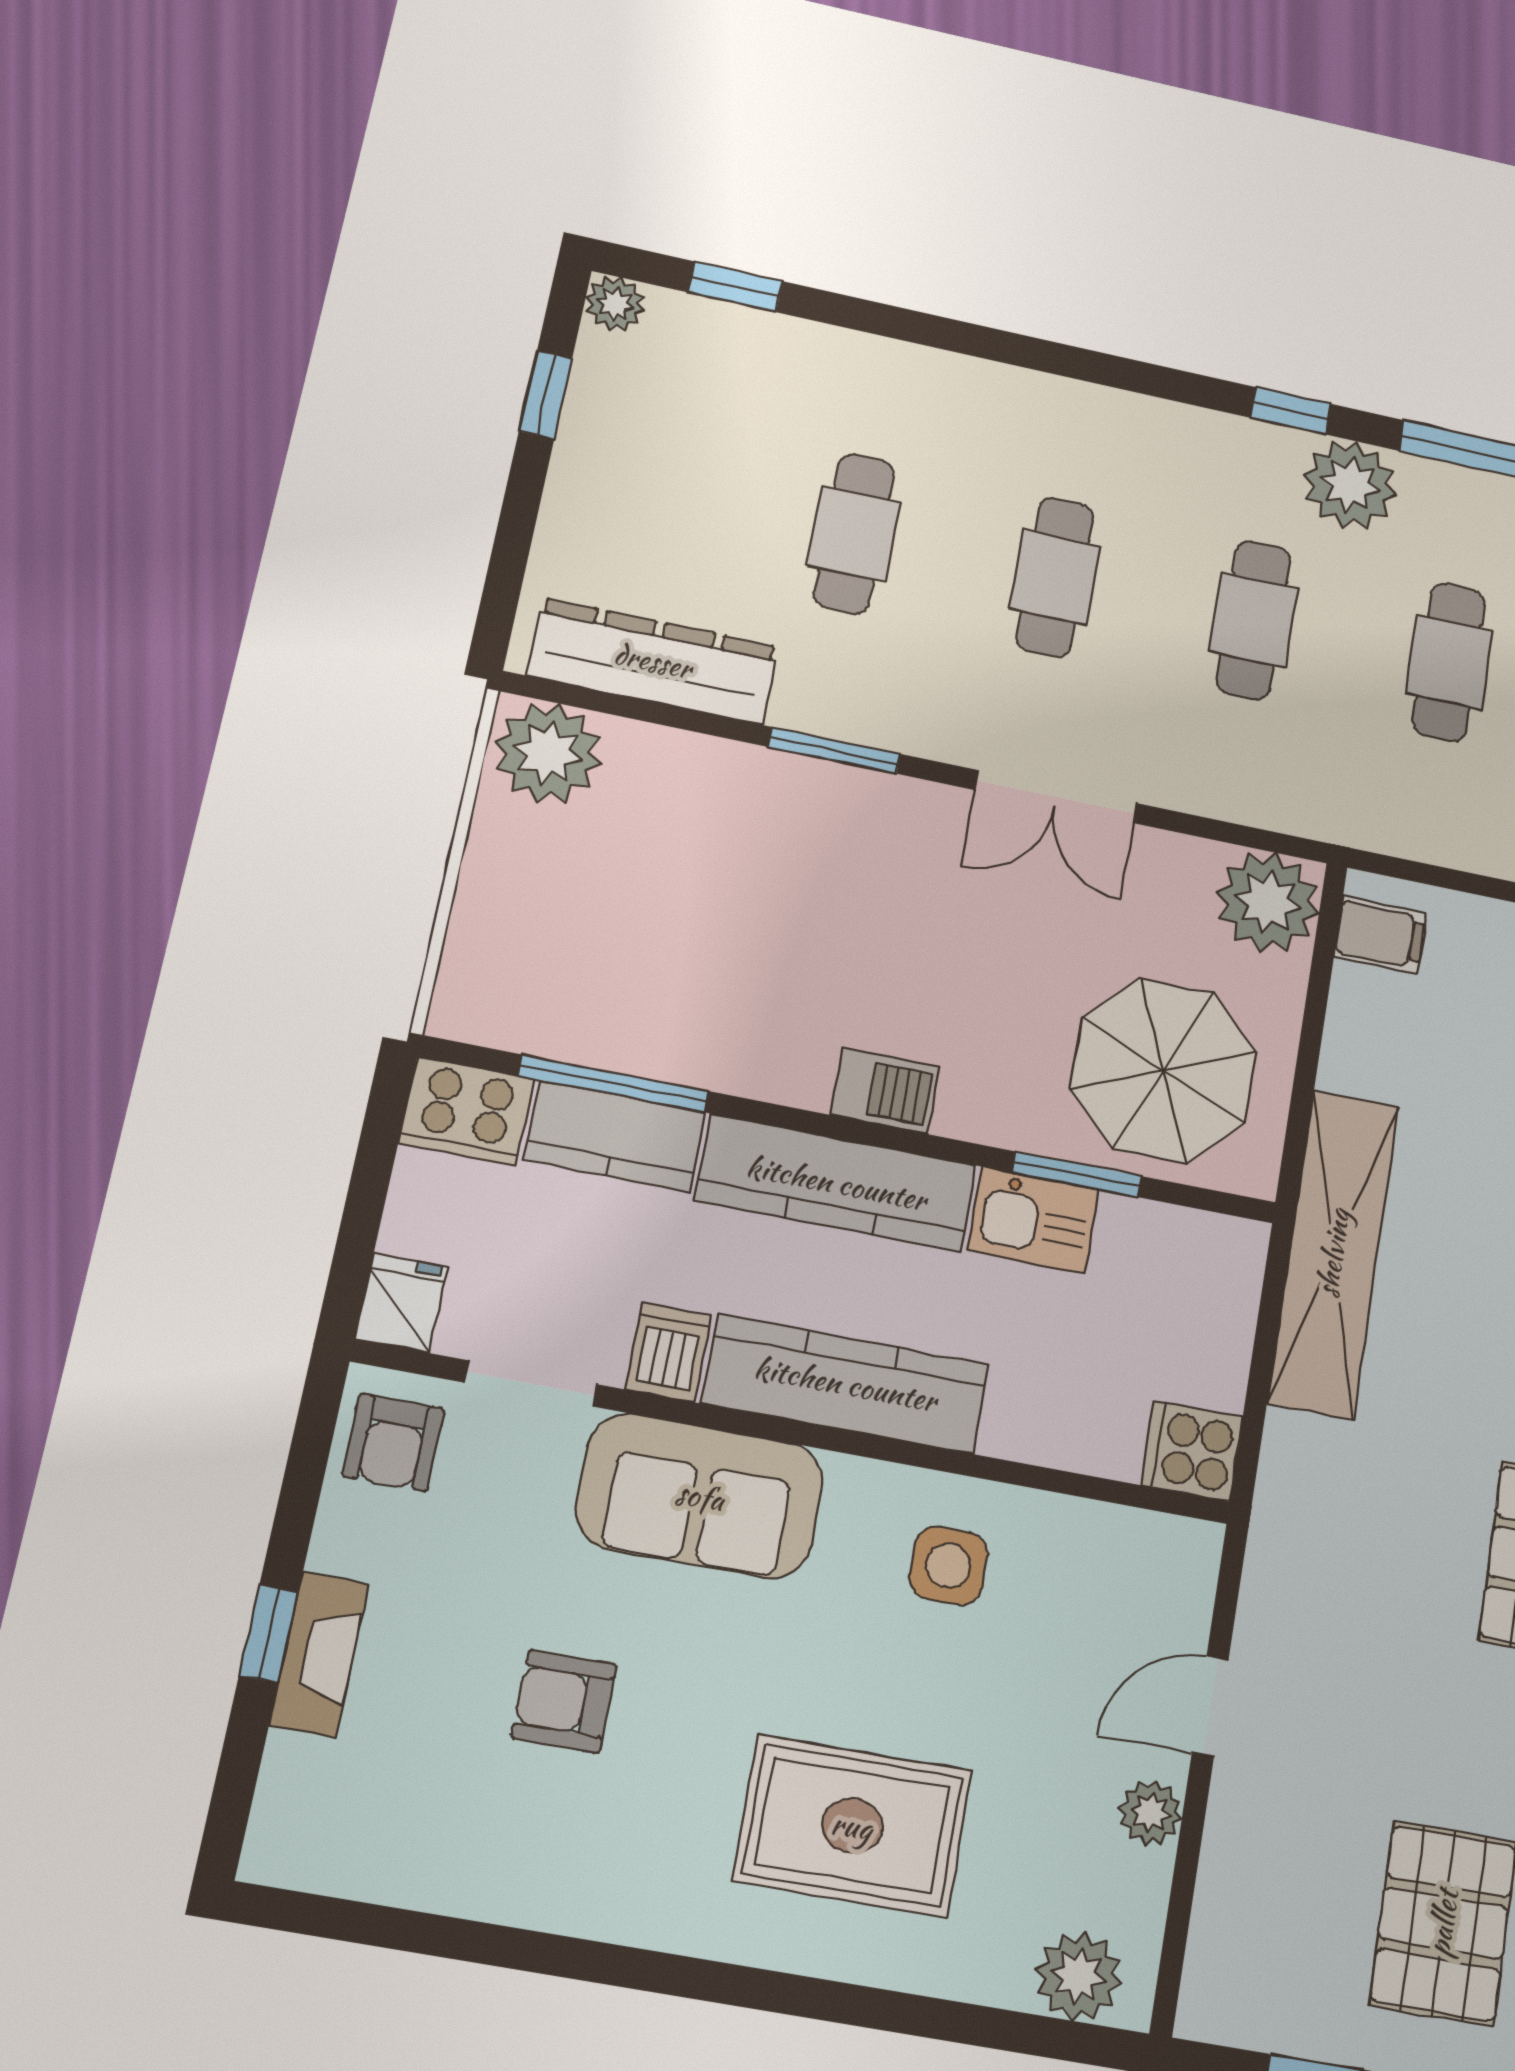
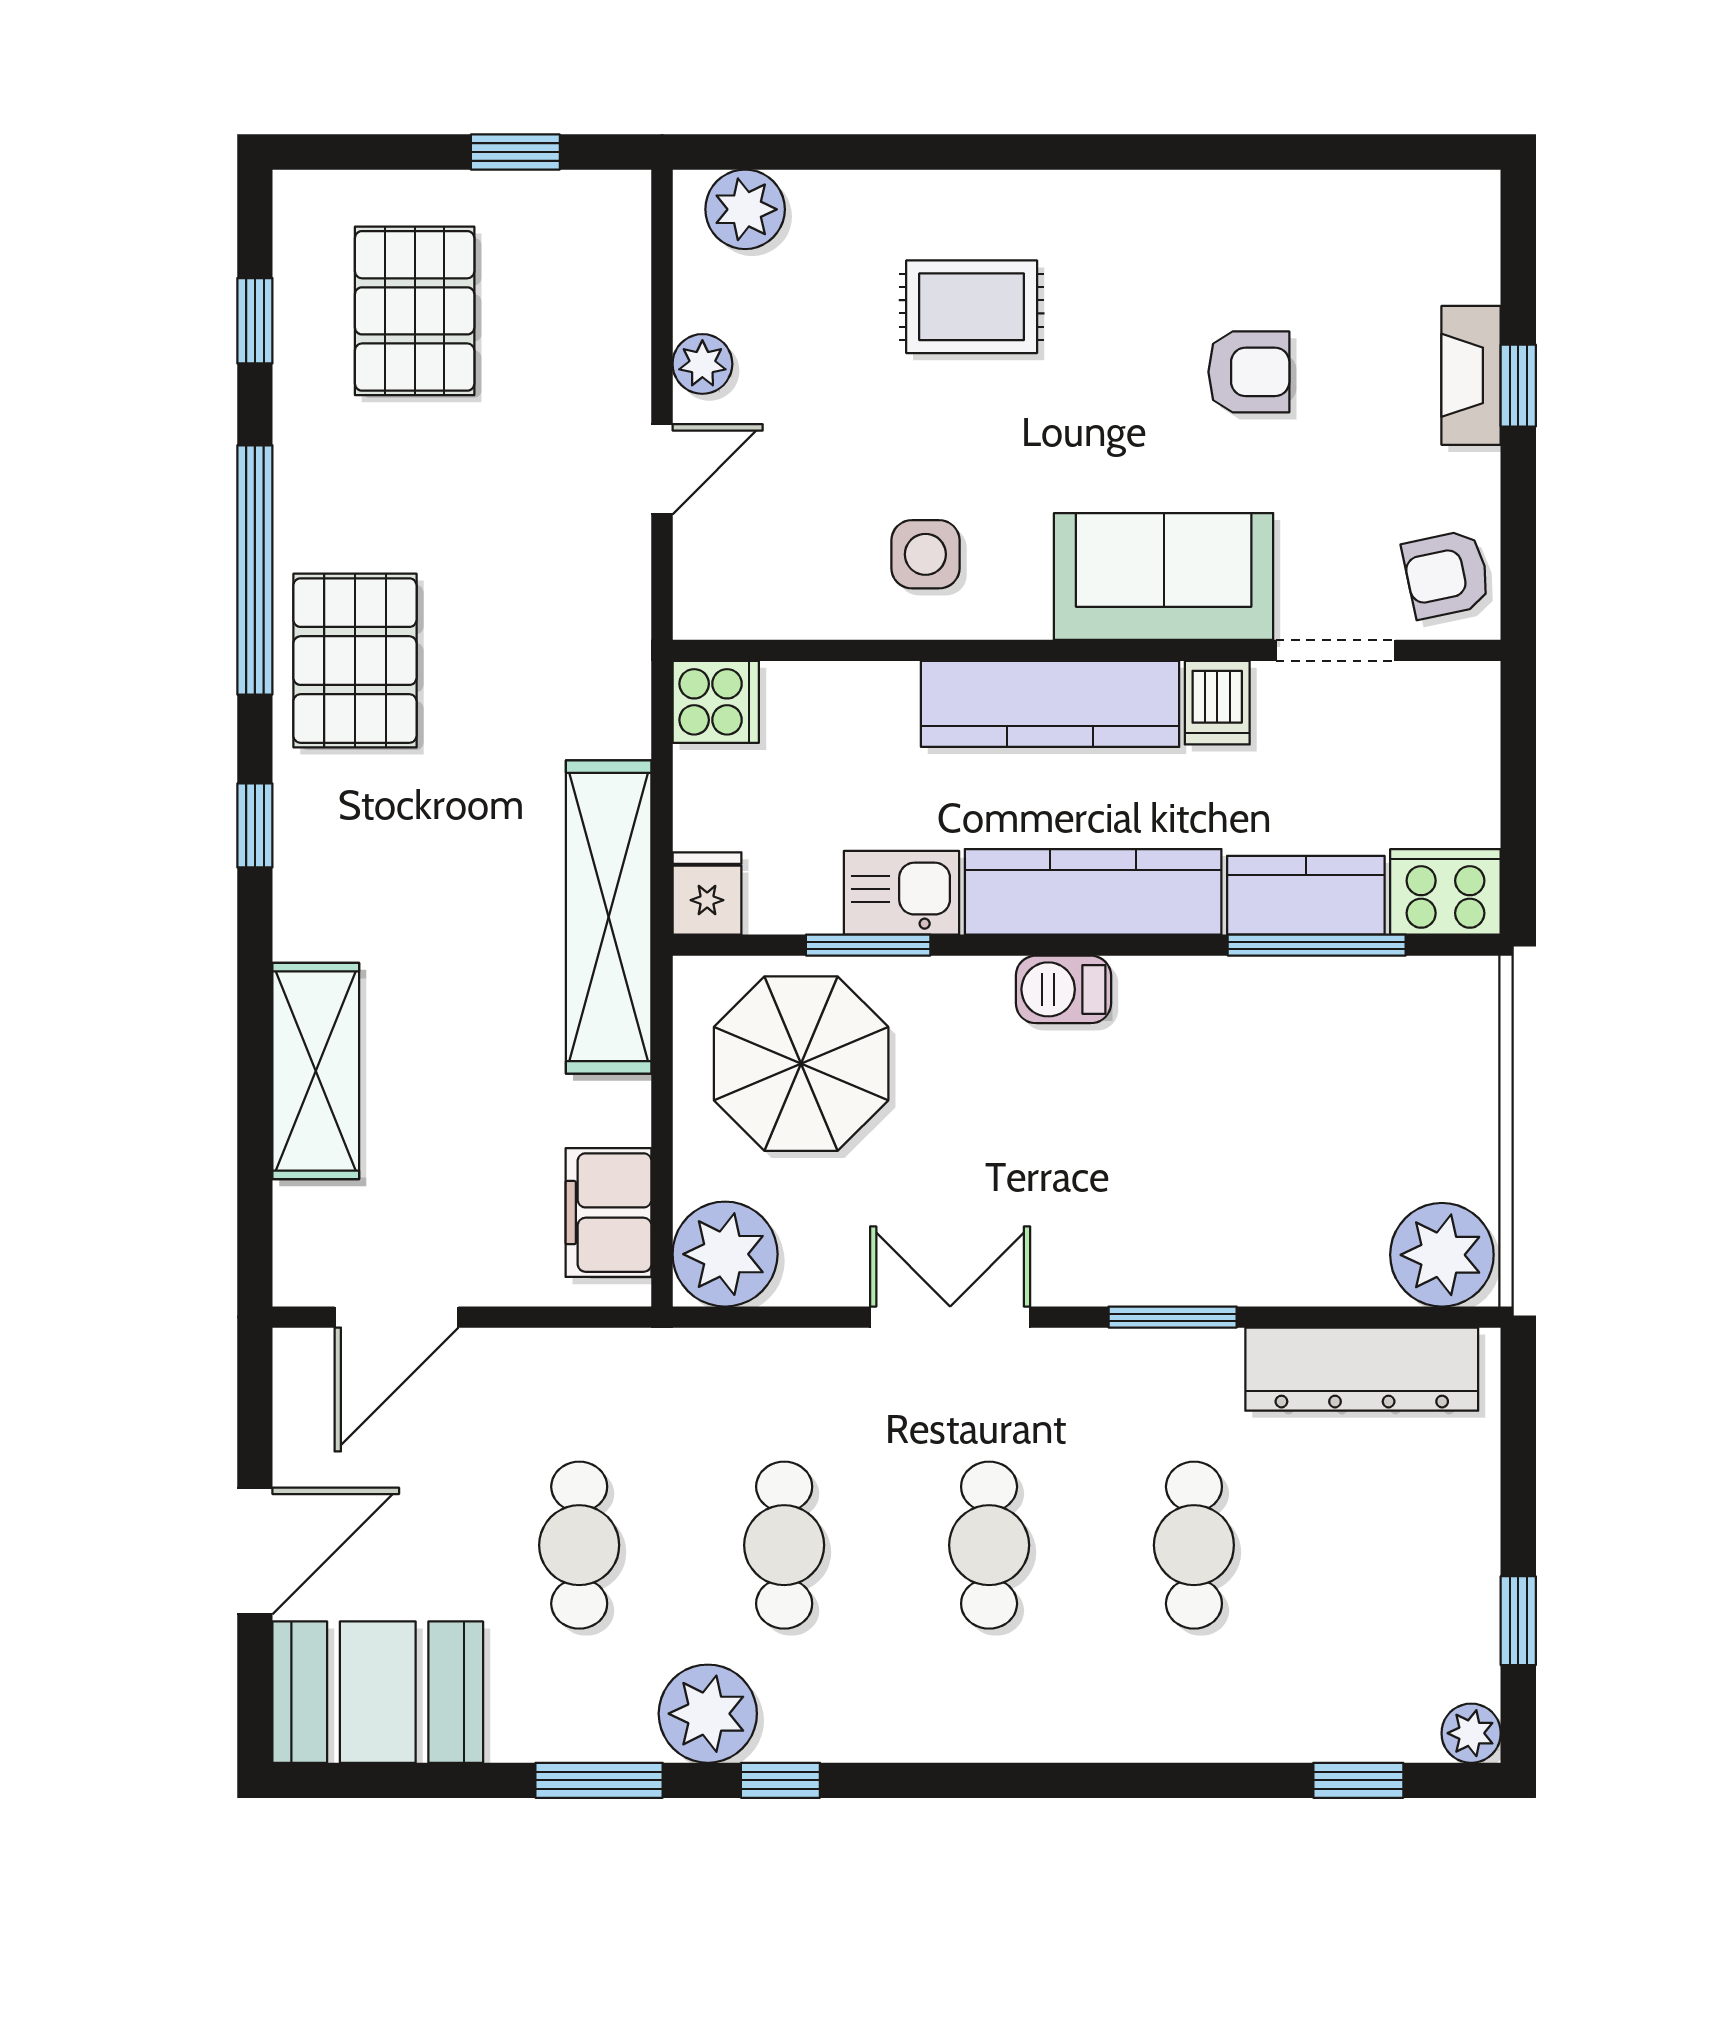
filing cabinet: (1380, 935) -> (609, 1213), width x2.00
fridge: (401, 1303) -> (707, 893), moved, turned 180
armchair: (393, 1442) -> (1447, 574), turned -102
rug: (852, 1826) -> (972, 307), width x0.73, depth x0.70

